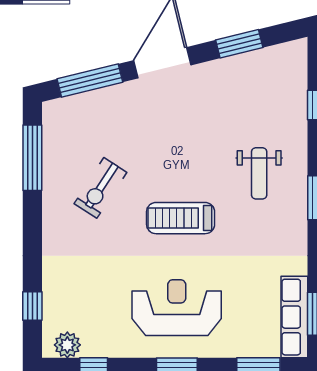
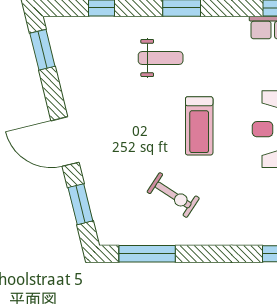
window: (239, 44) -> (42, 50), moved
window: (90, 81) -> (80, 204), width x0.69

